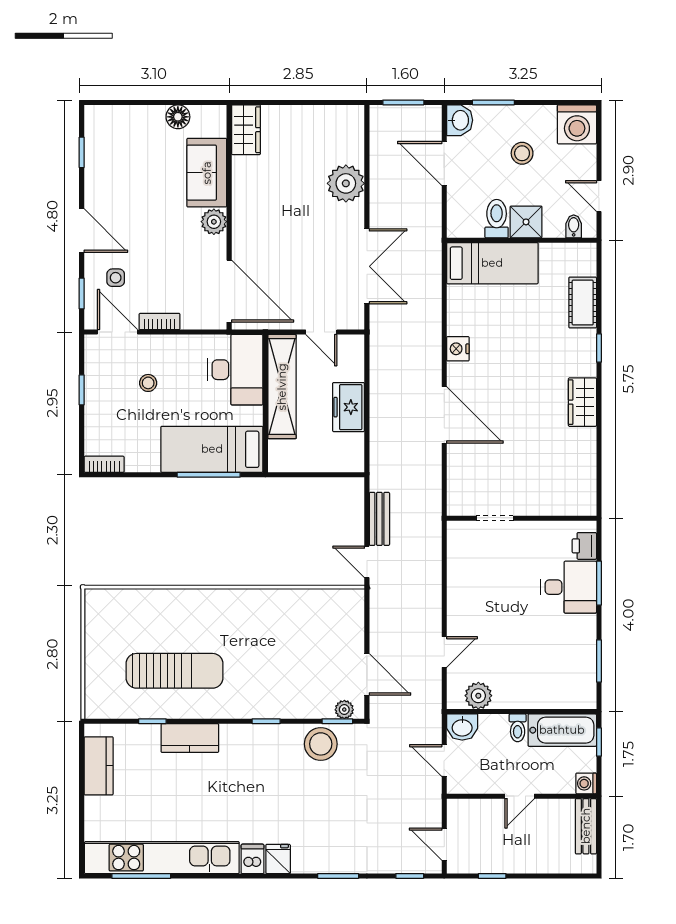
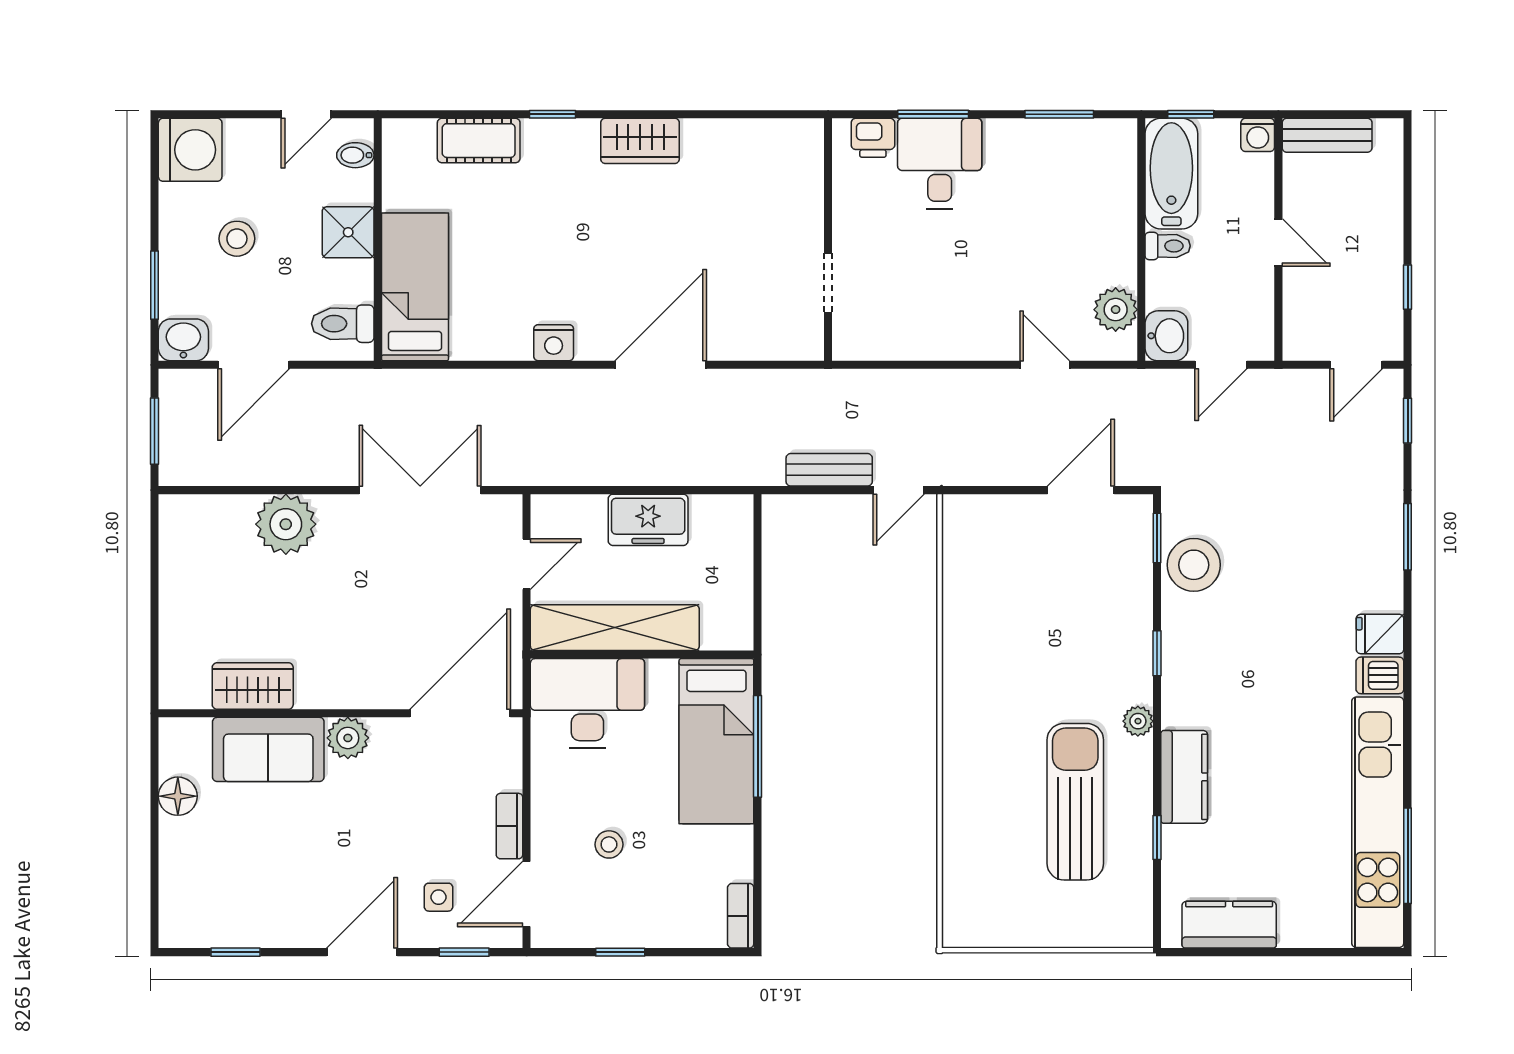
wardrobe: (246, 130) -> (253, 686), moved
toilet: (497, 219) -> (343, 324), moved
plant: (344, 710) -> (1138, 721), moved

